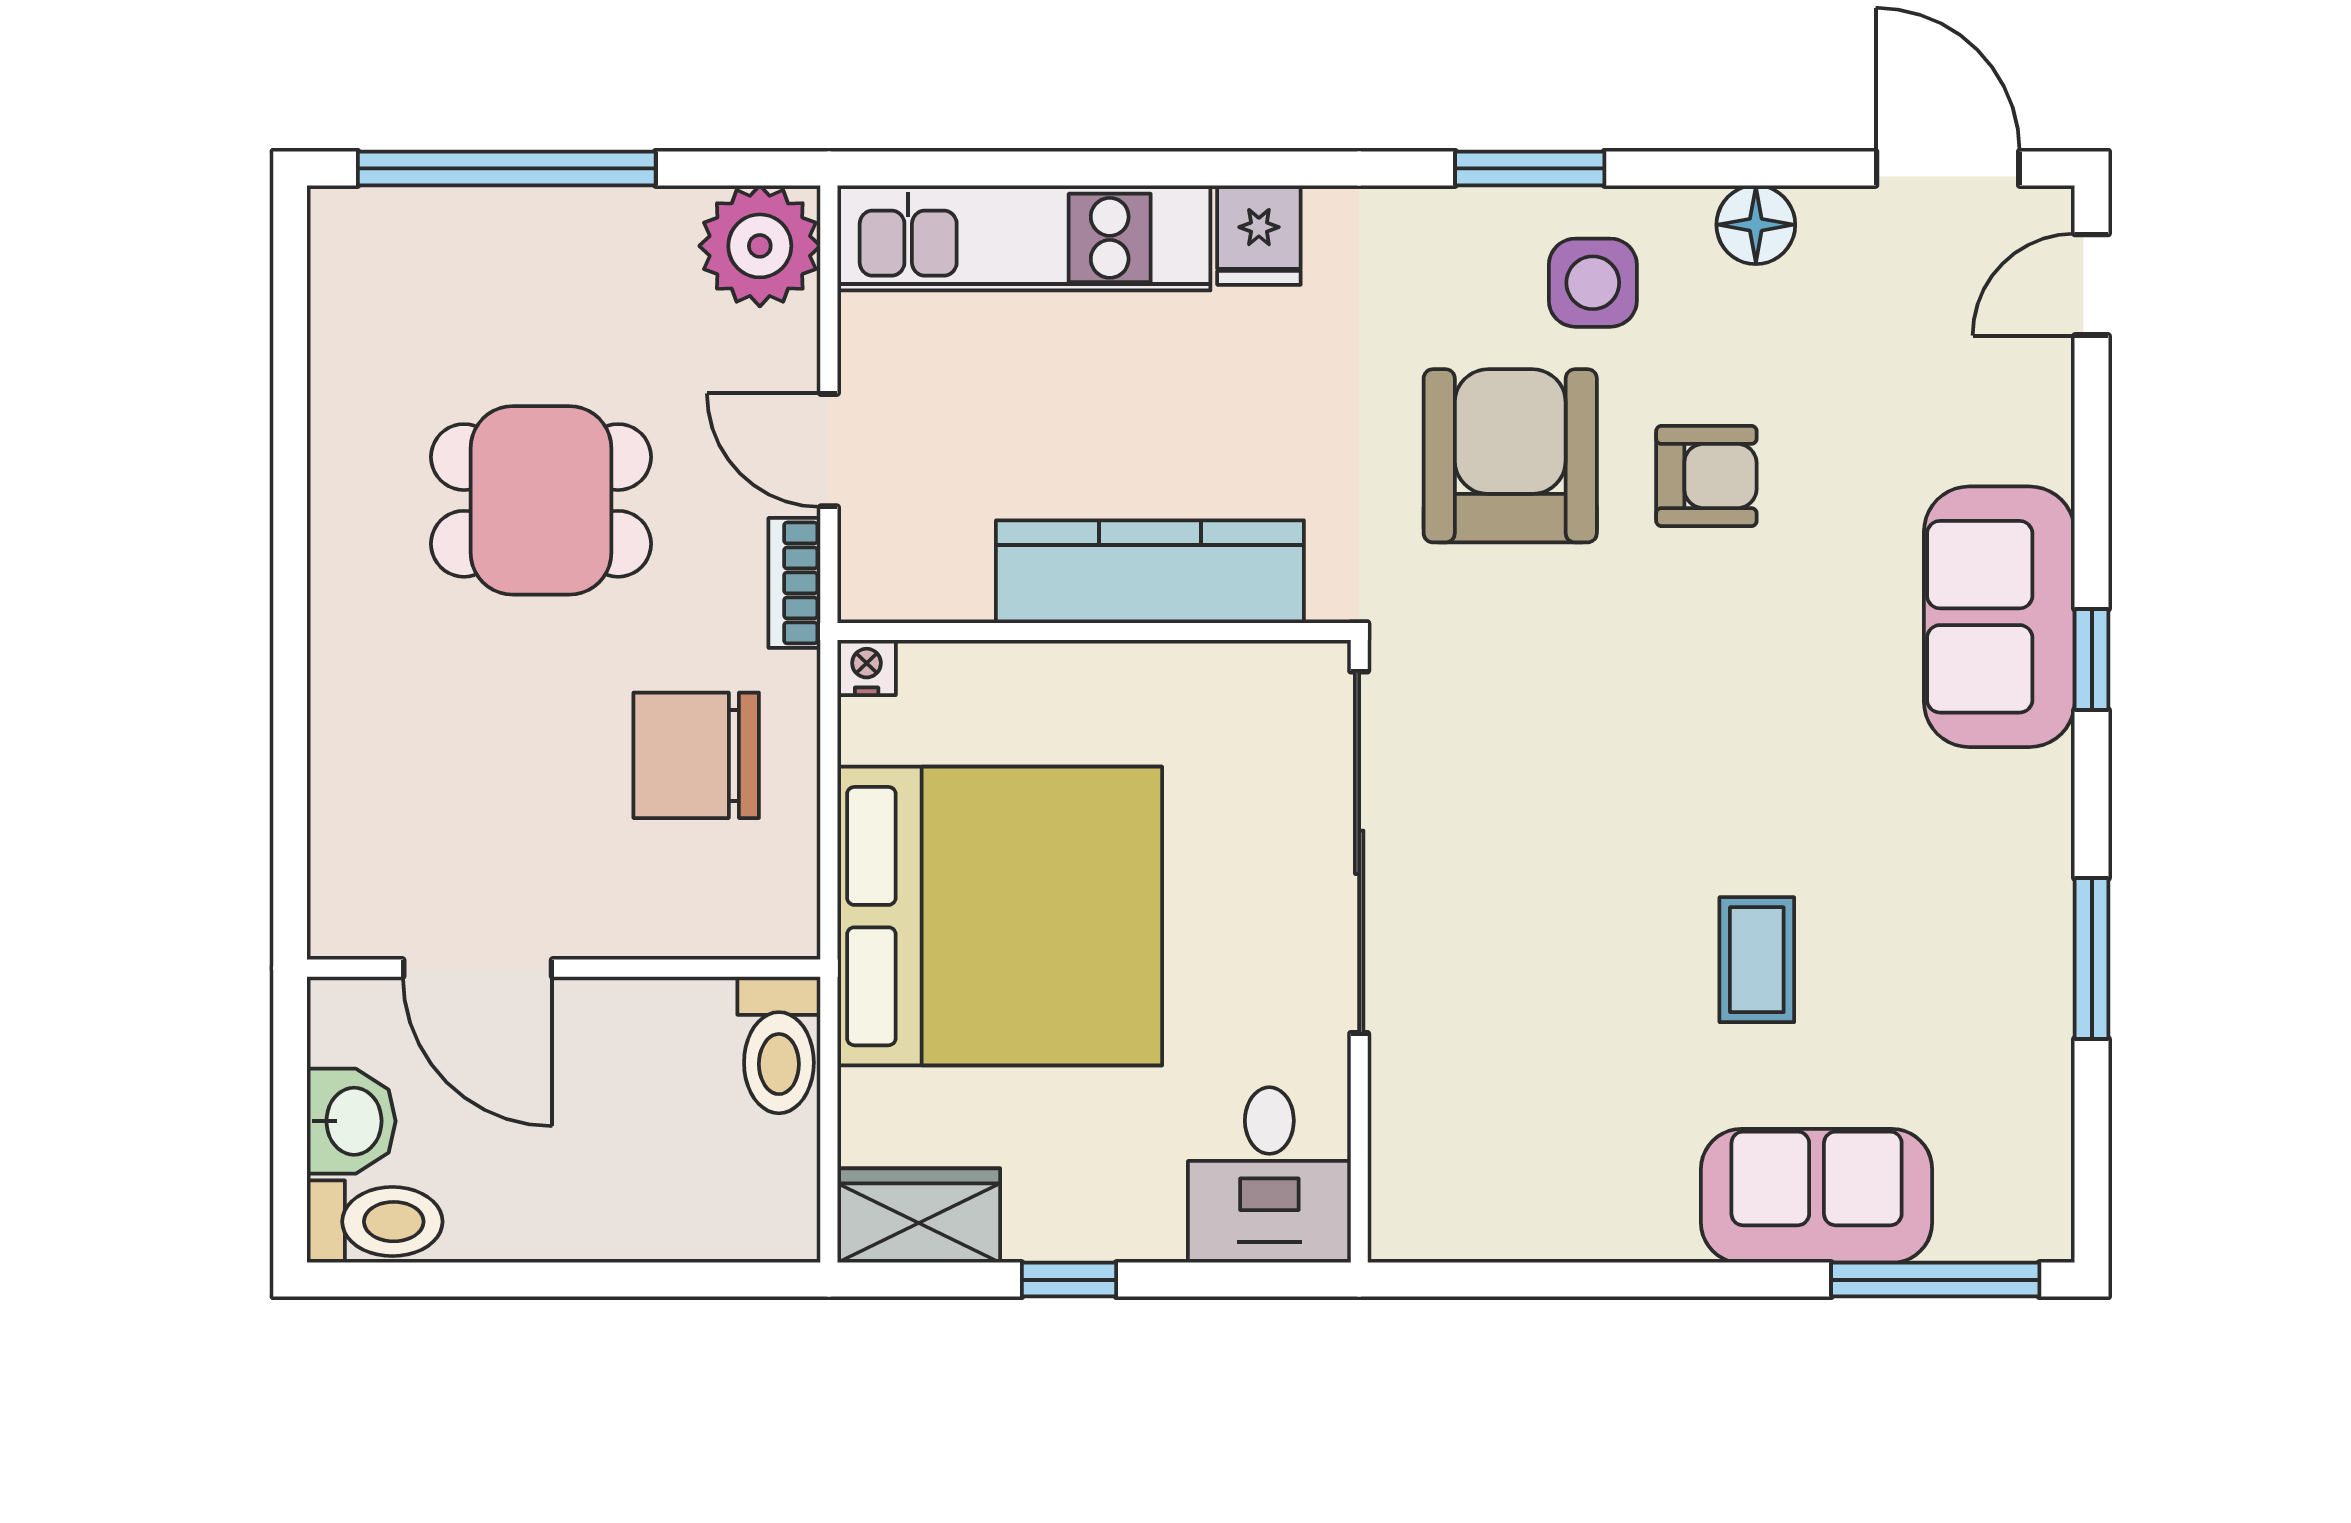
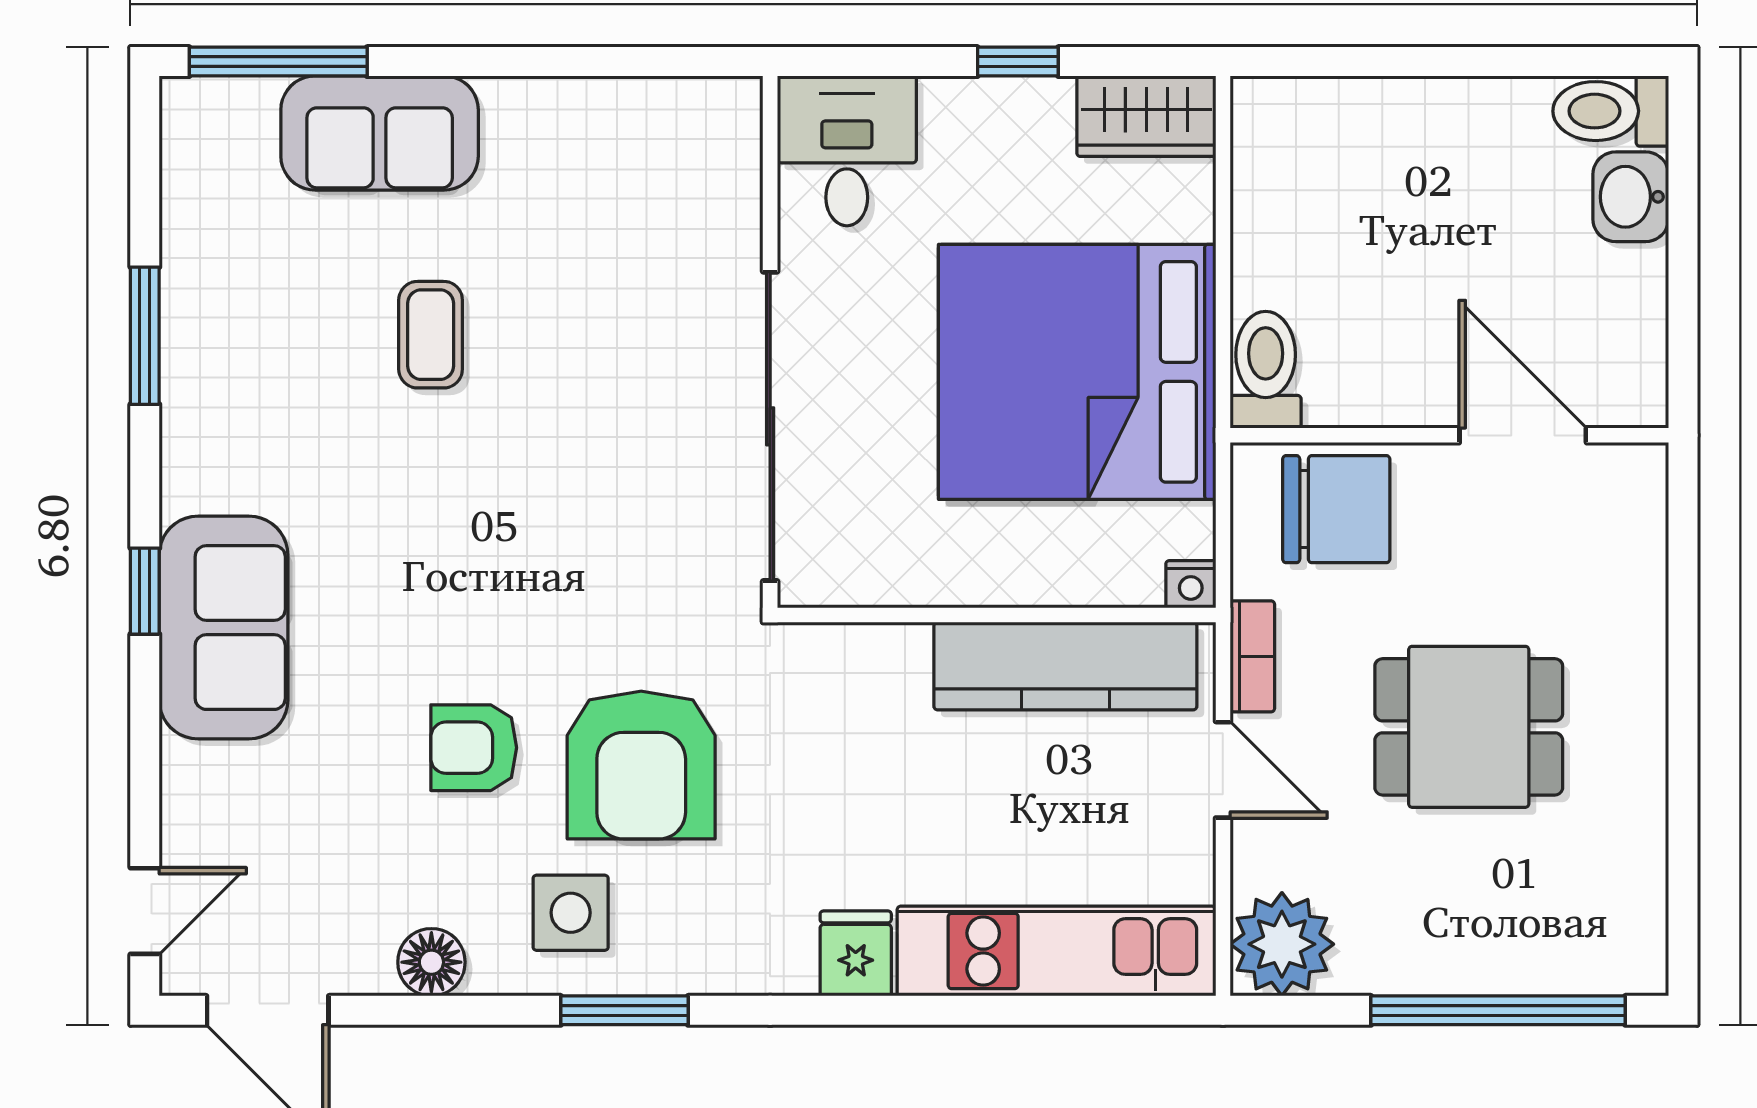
kitchen counter: (1150, 572) -> (1065, 666), moved
door: (478, 968) -> (1523, 435), moved
wall: (564, 968) -> (1449, 435), moved
toilet: (779, 1045) -> (1266, 370), moved

